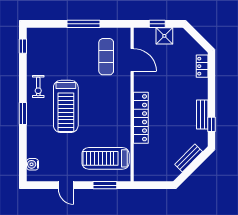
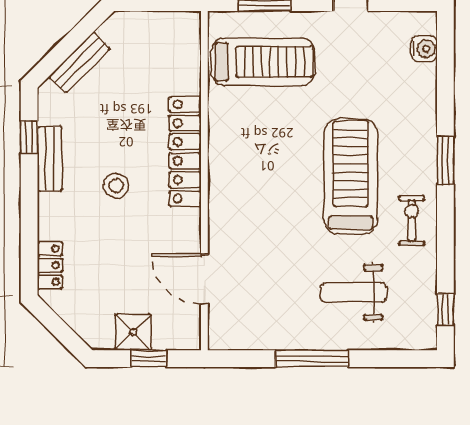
weight bench: (65, 54) -> (353, 293), added
exercise mat: (106, 57) -> (262, 286), removed
stool: (172, 102) -> (116, 186), added

